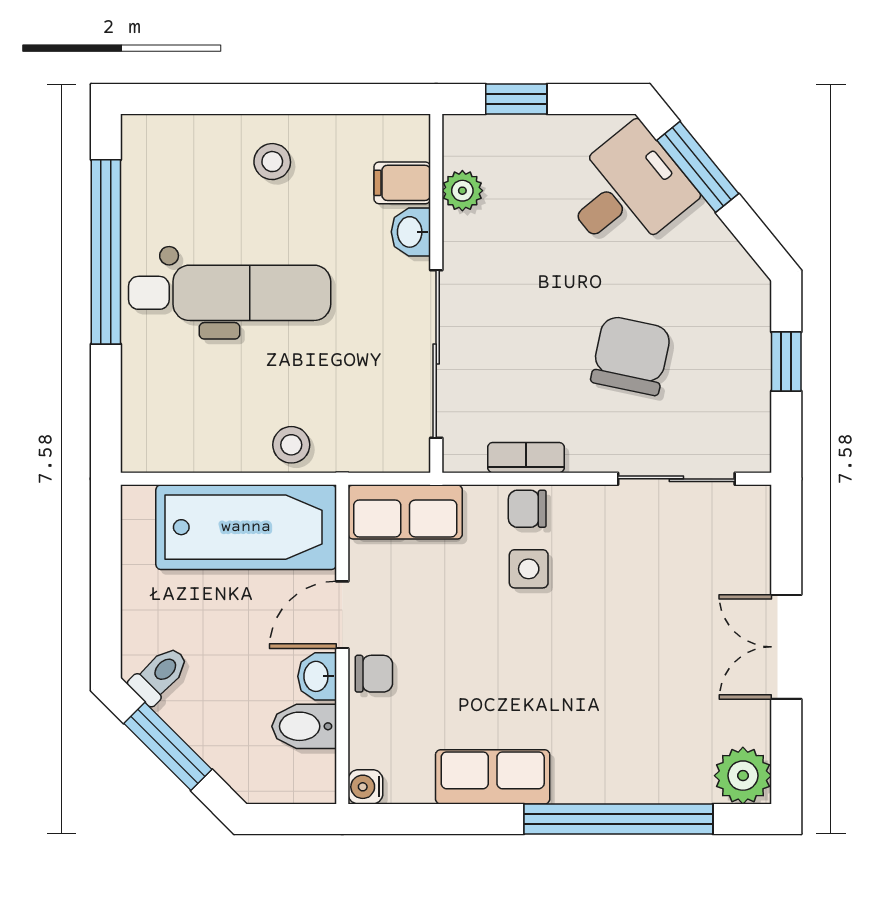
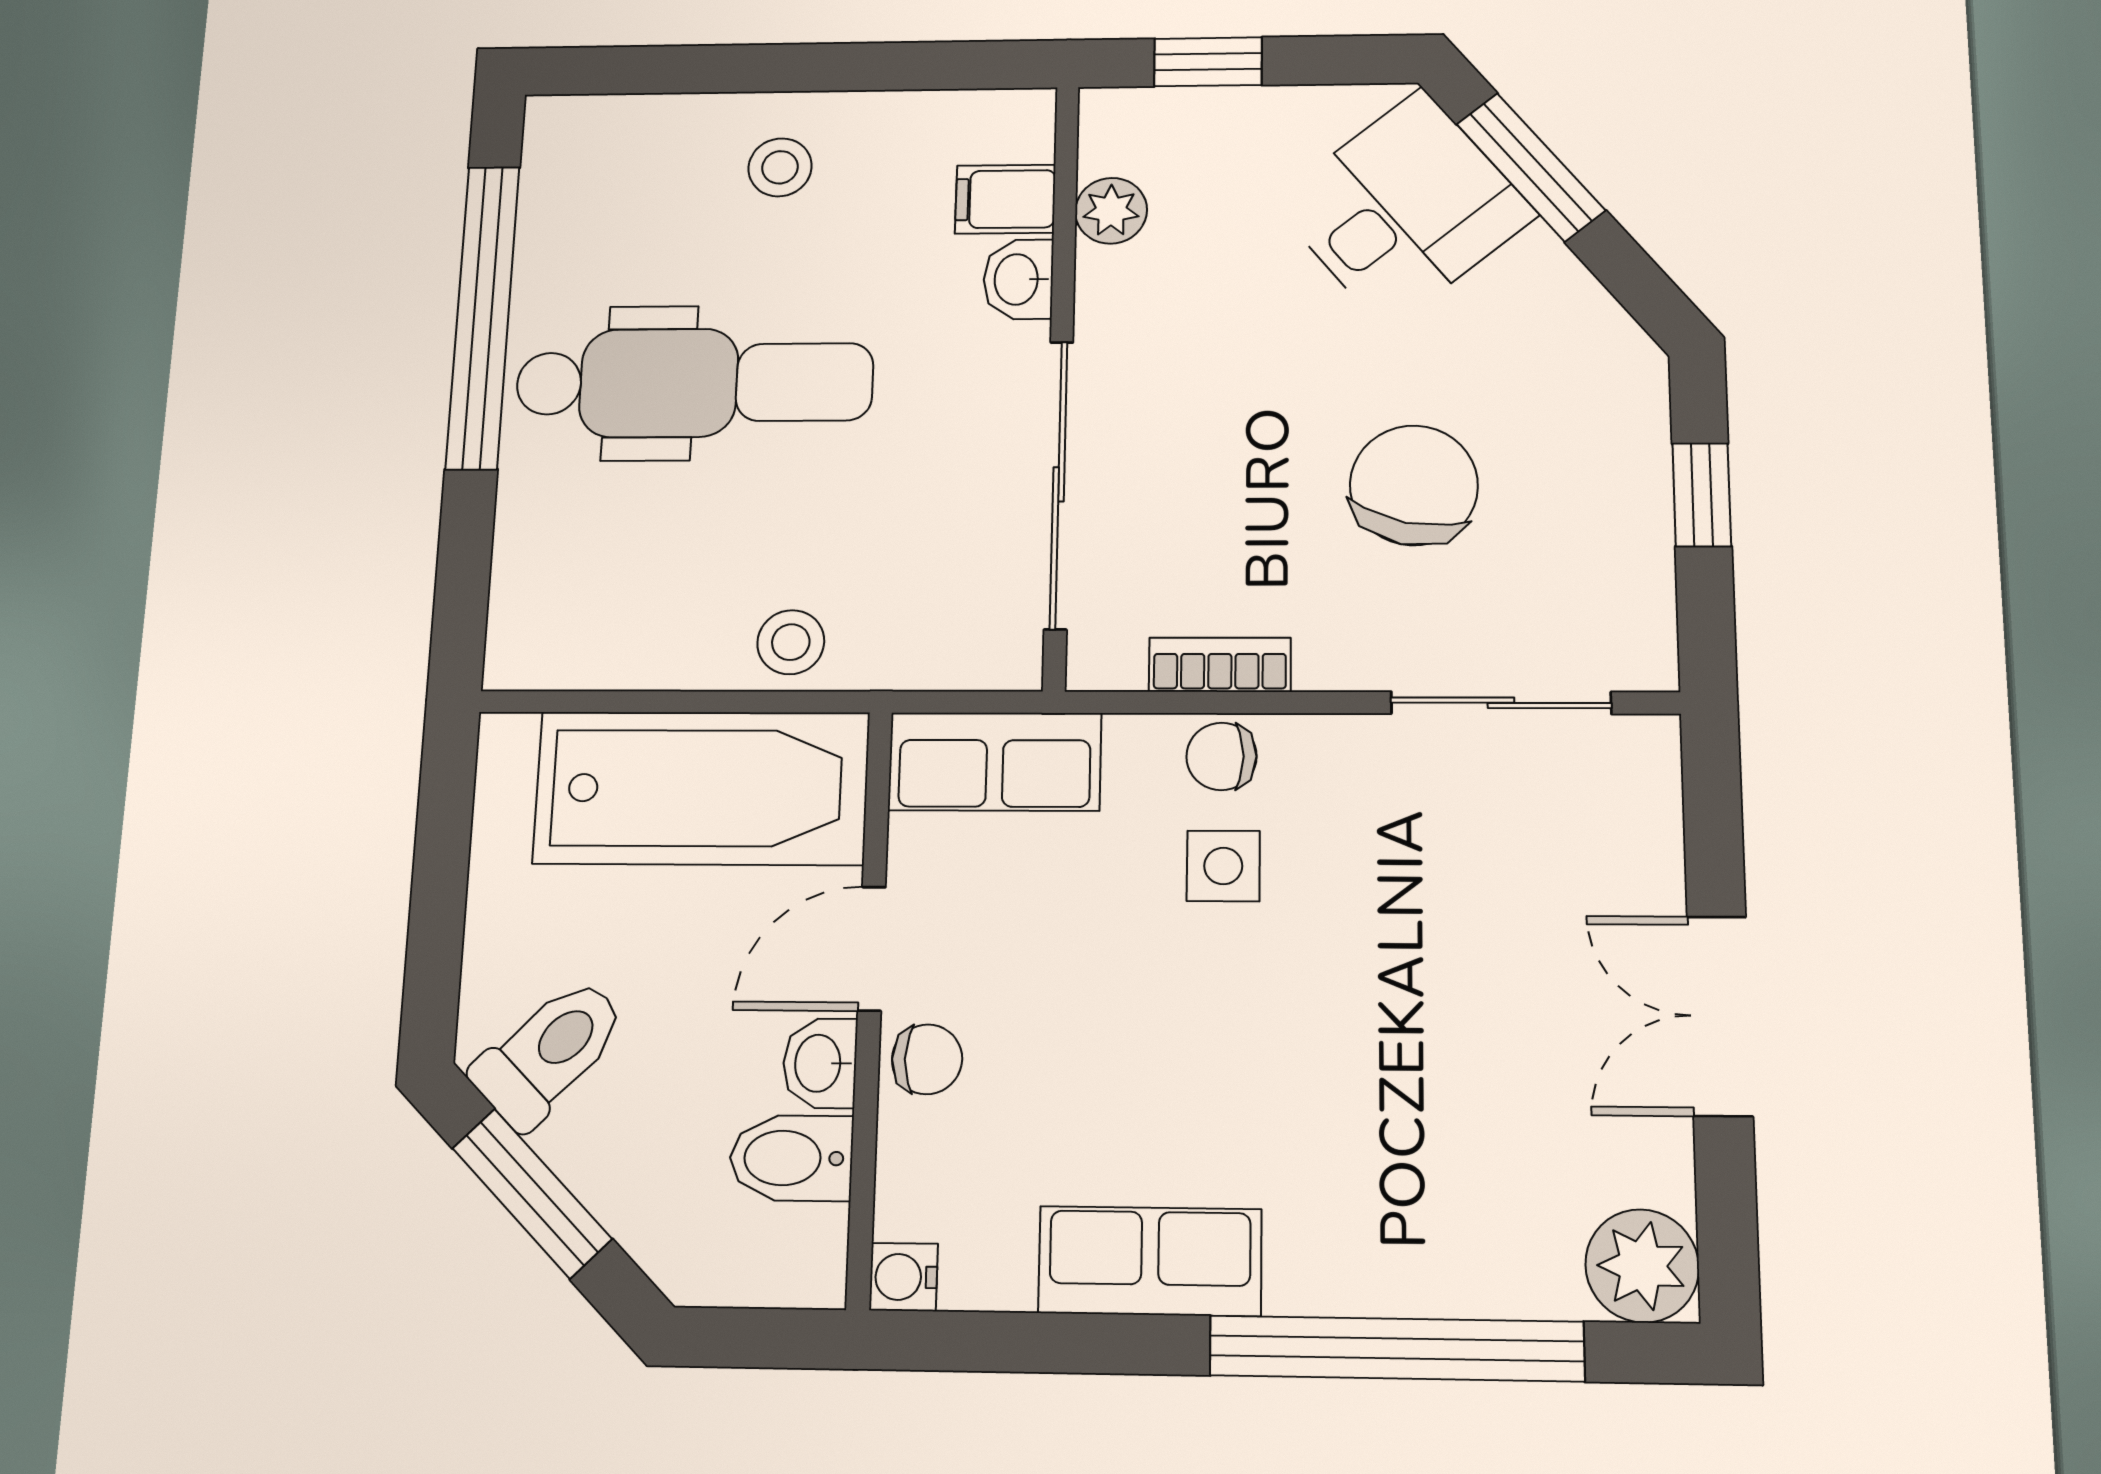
toilet: (159, 675) -> (550, 1052), width x1.37, depth x1.39

